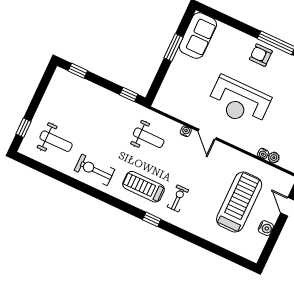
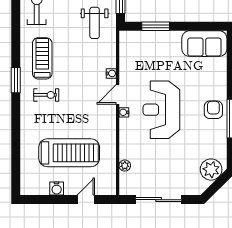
window: (173, 47) -> (156, 26), moved
weight bench: (149, 138) -> (95, 23), moved
water cooler: (263, 154) -> (124, 112), moved
window: (152, 219) -> (16, 80), width x1.50

